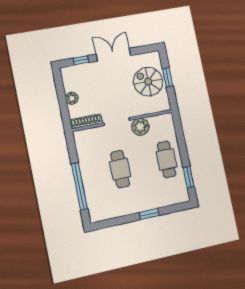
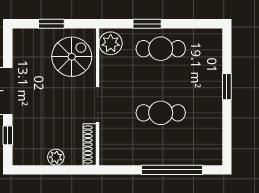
spiral stairs: (148, 82) -> (72, 57), moved, turned 180
plant: (140, 127) -> (111, 43), moved
window: (189, 177) -> (147, 24), moved

